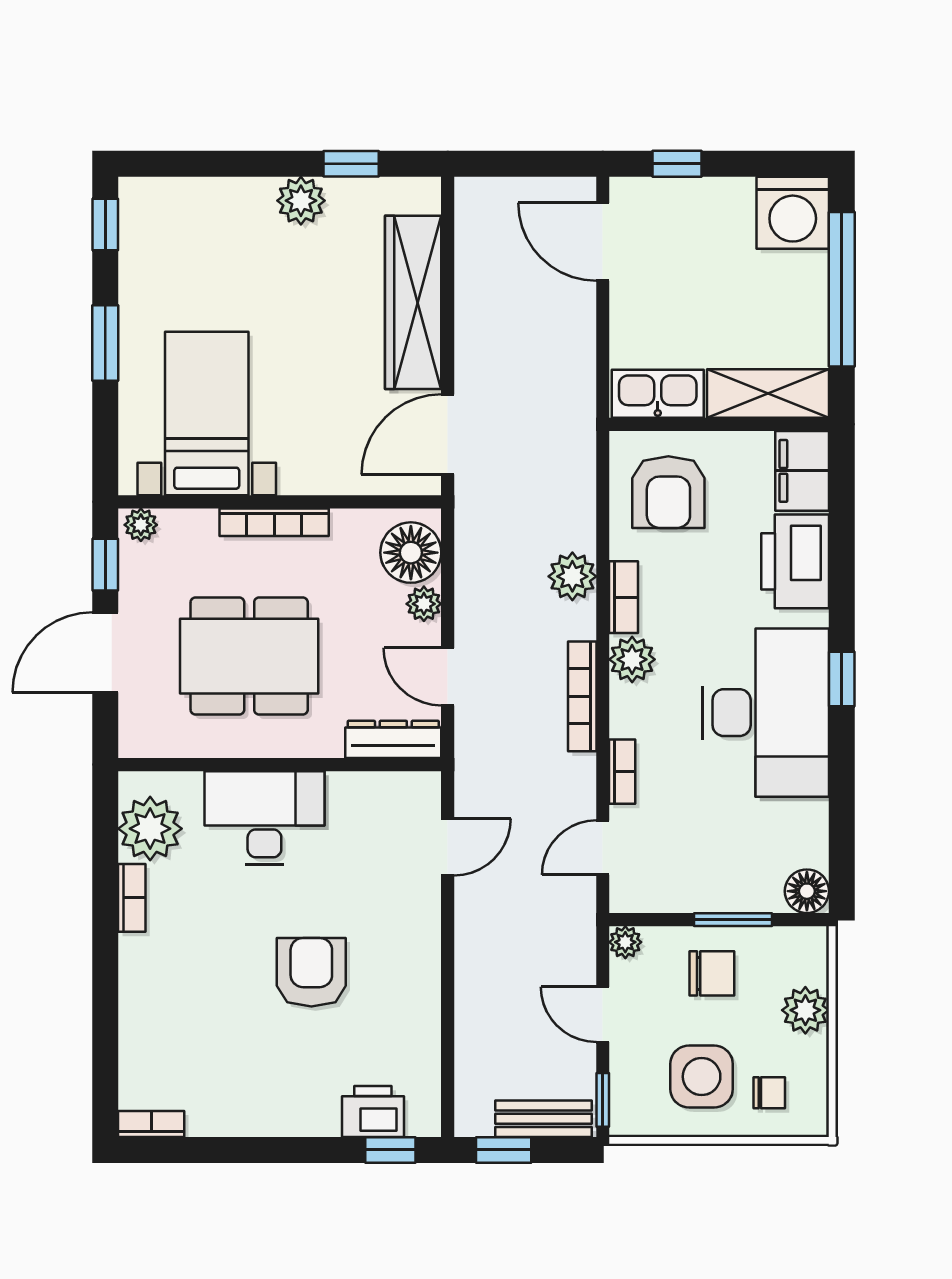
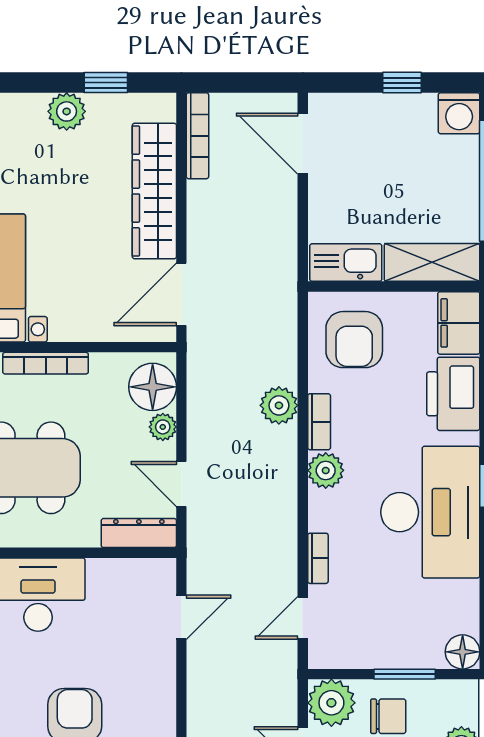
window: (677, 164) -> (402, 83), moved
washing machine: (793, 213) -> (459, 113), width x0.73, depth x0.73
bookcase: (582, 696) -> (197, 136), moved, turned 180
plant: (625, 942) -> (331, 703), width x1.88, depth x1.88

